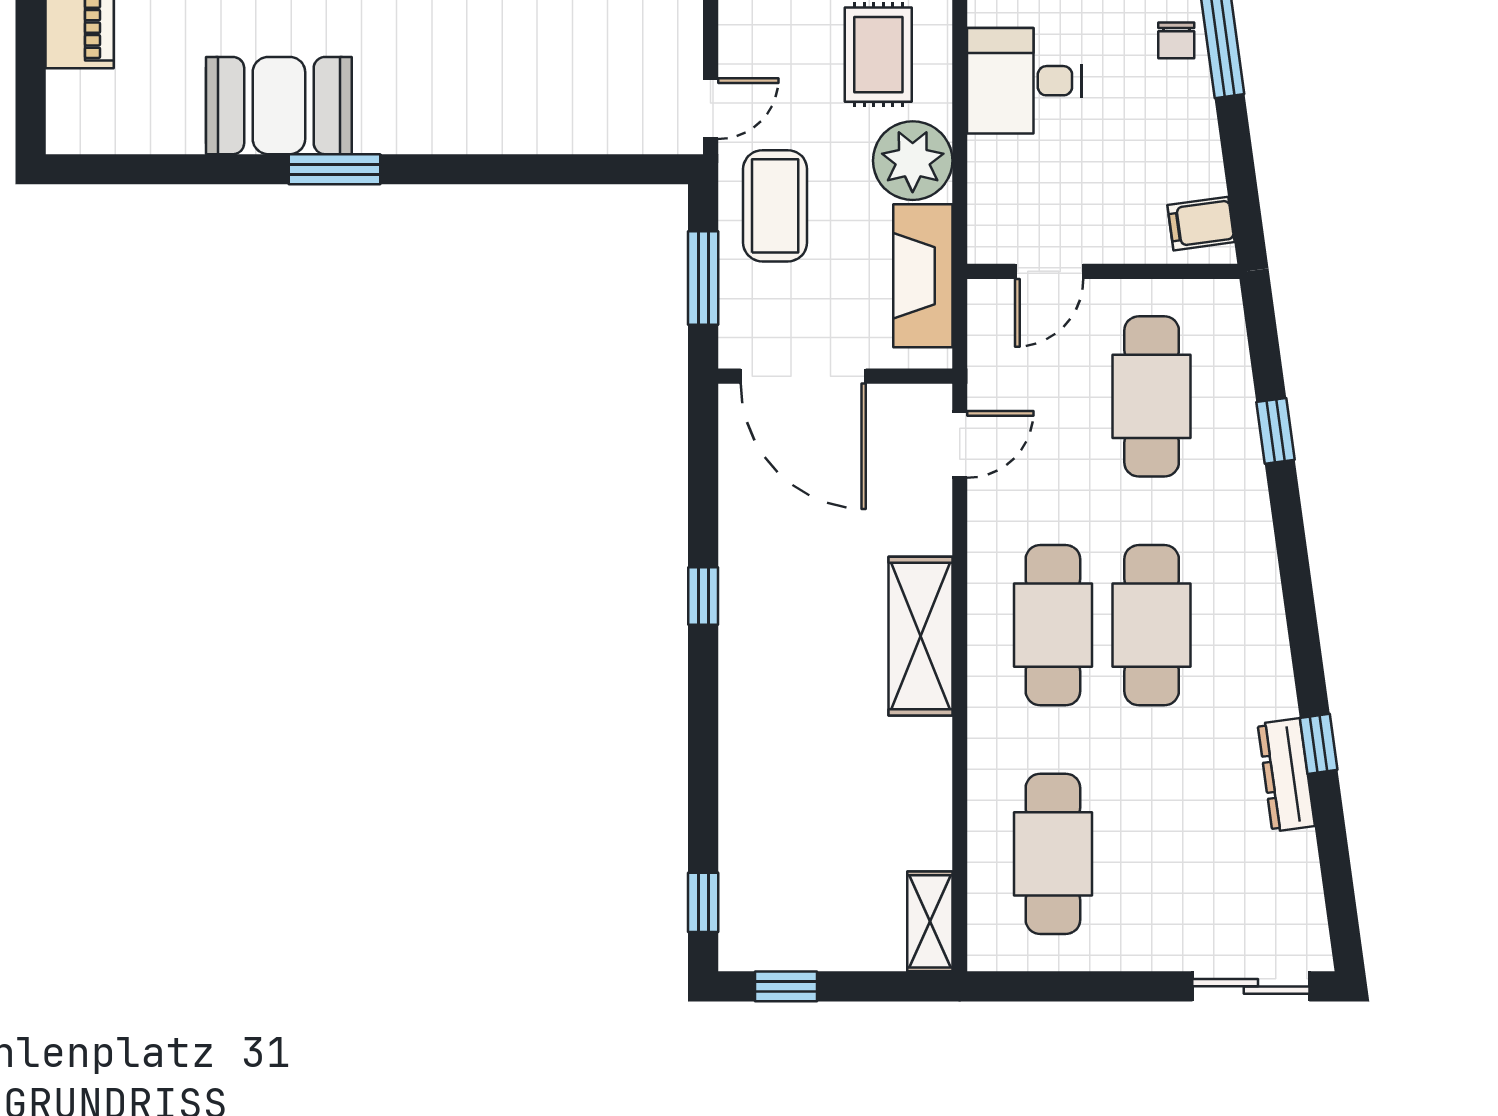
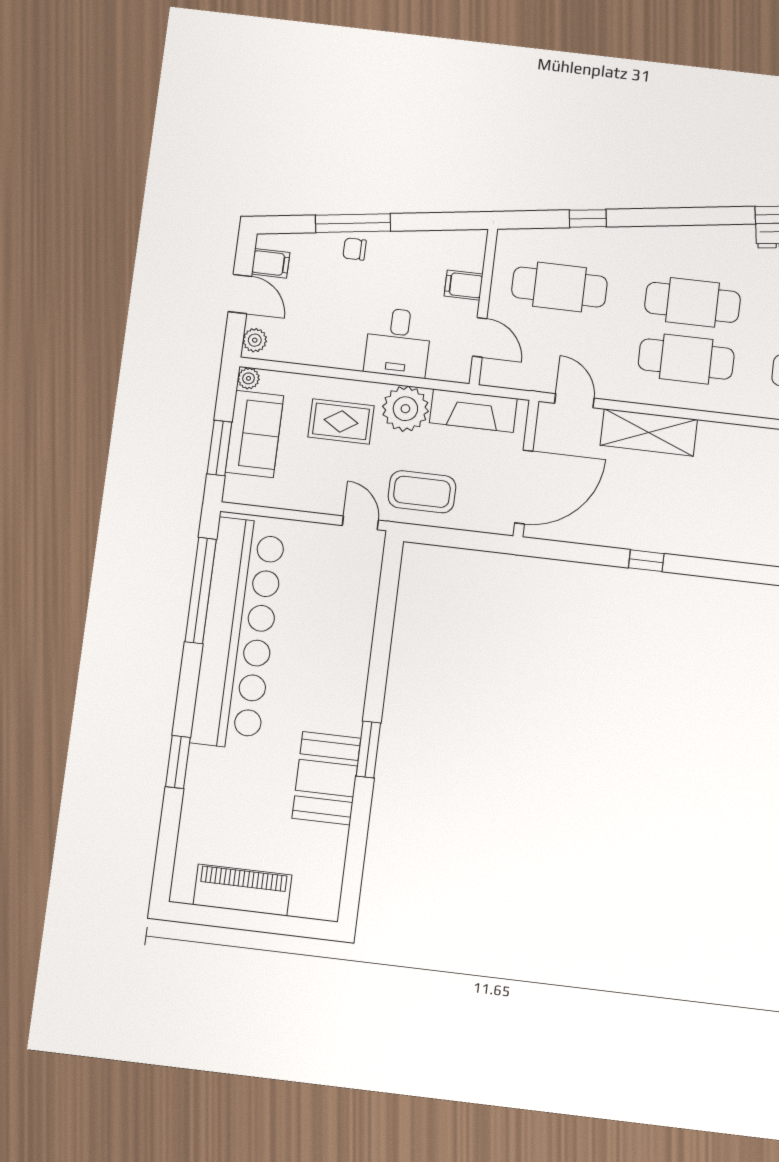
chair: (1176, 40) -> (355, 249), turned 180
desk: (1024, 81) -> (398, 343), moved
filing cabinet: (1201, 224) -> (464, 285), moved, turned 98
window: (703, 278) -> (459, 539), removed
shelving: (920, 636) -> (649, 432), moved

